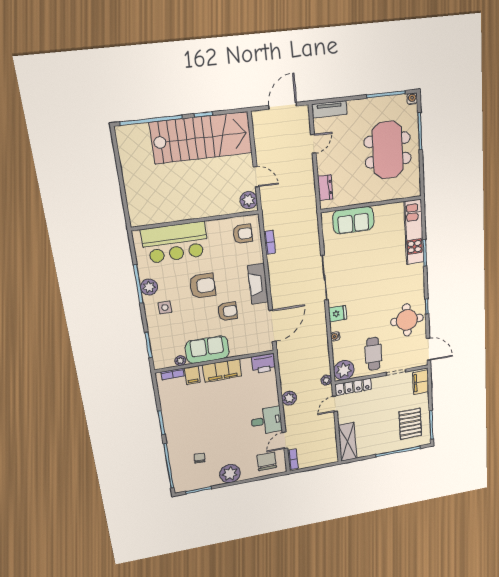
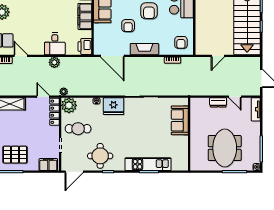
meeting table: (388, 150) -> (225, 148), turned 90
dresser: (325, 188) -> (218, 102), moved
plant: (249, 200) -> (203, 49), removed
kitchen unit: (414, 232) -> (148, 164), moved
fridge: (338, 314) -> (114, 106), width x1.88, depth x1.34
desk: (267, 421) -> (55, 44), moved

